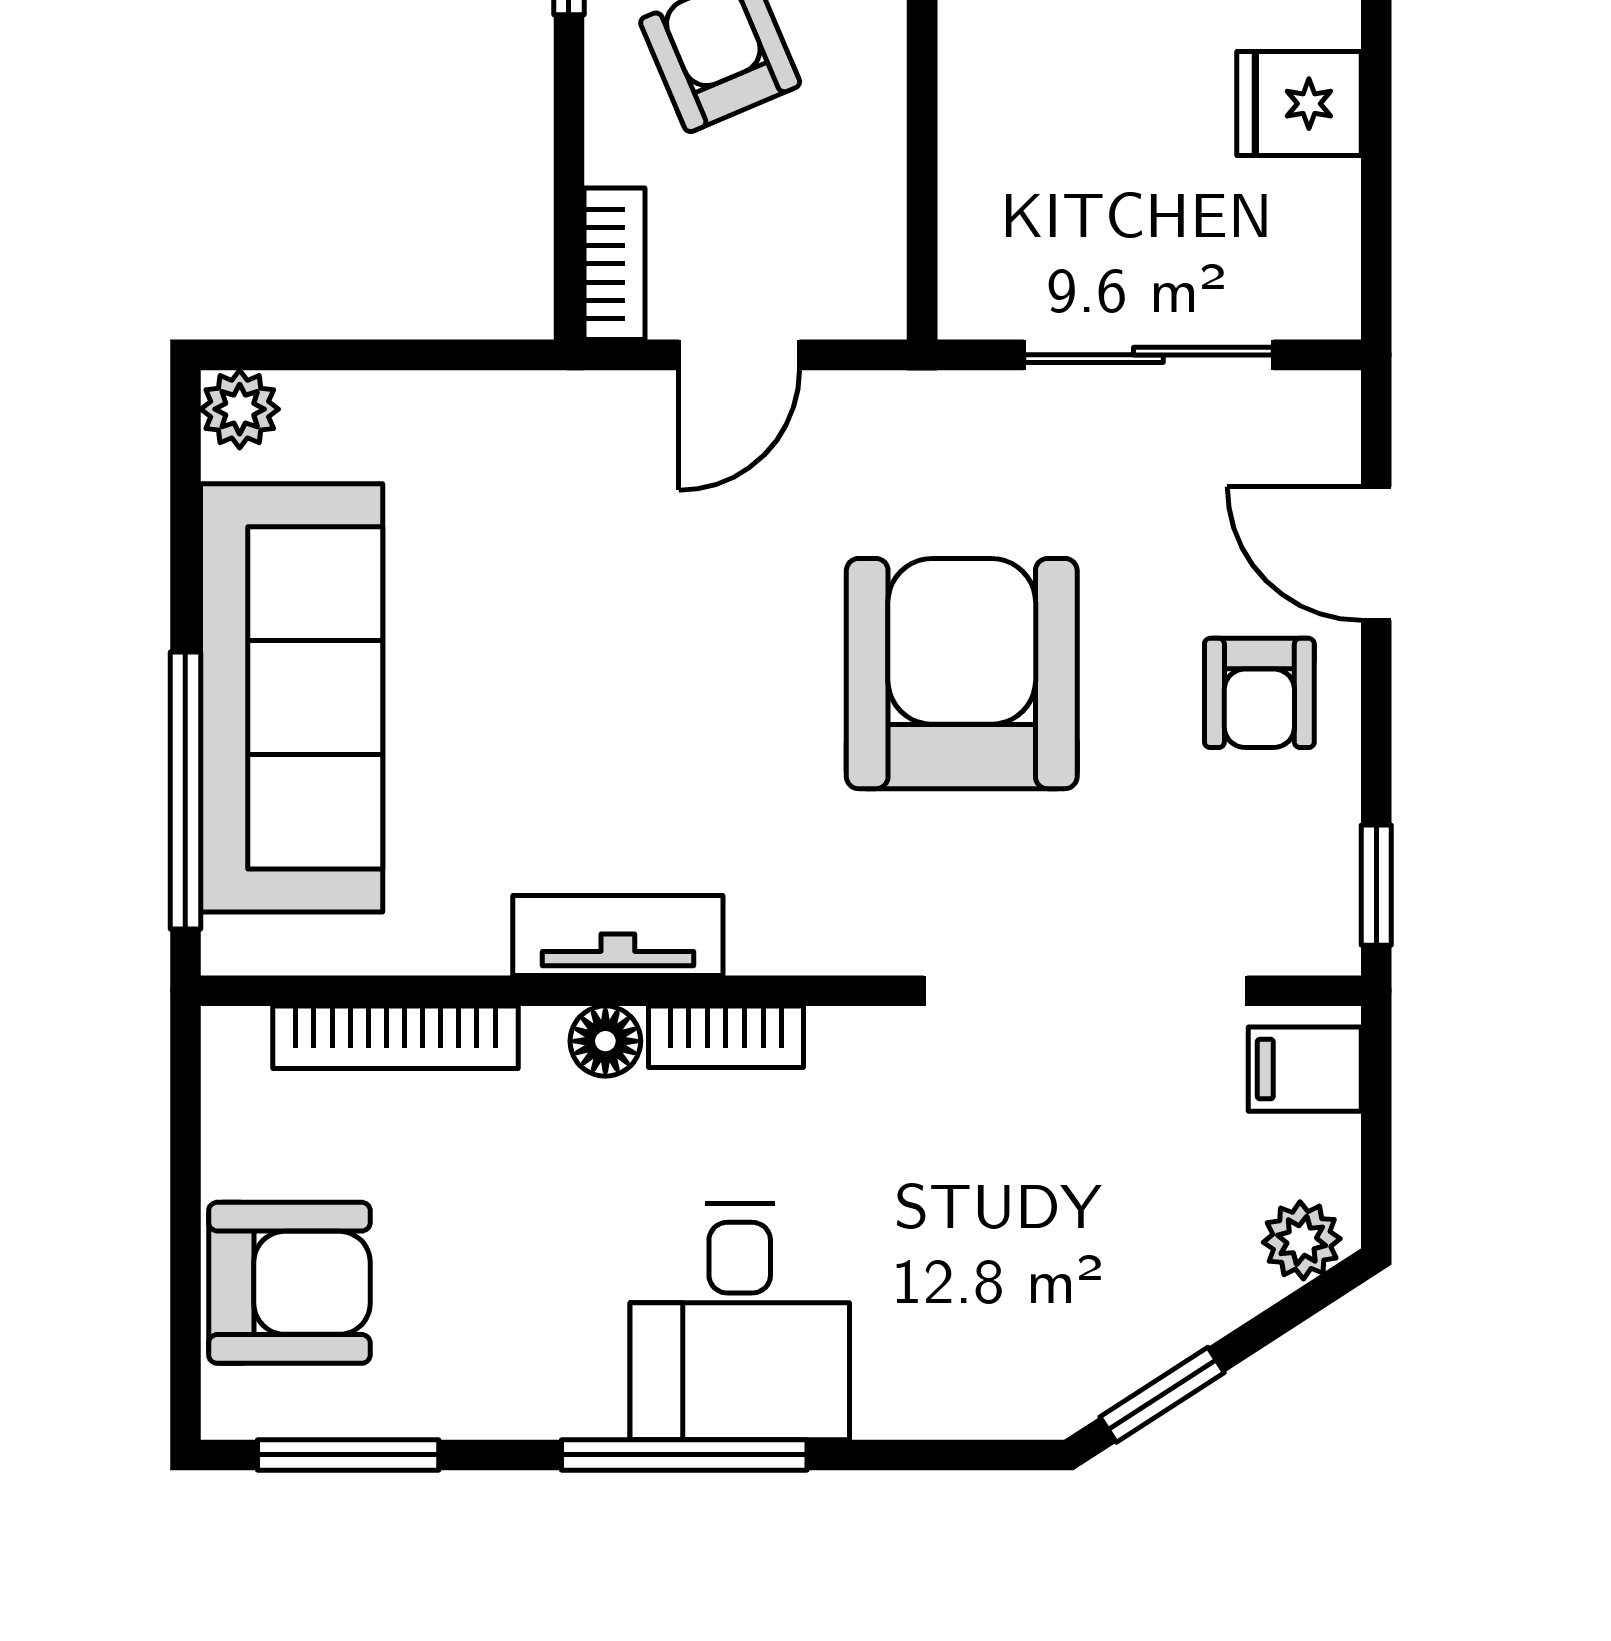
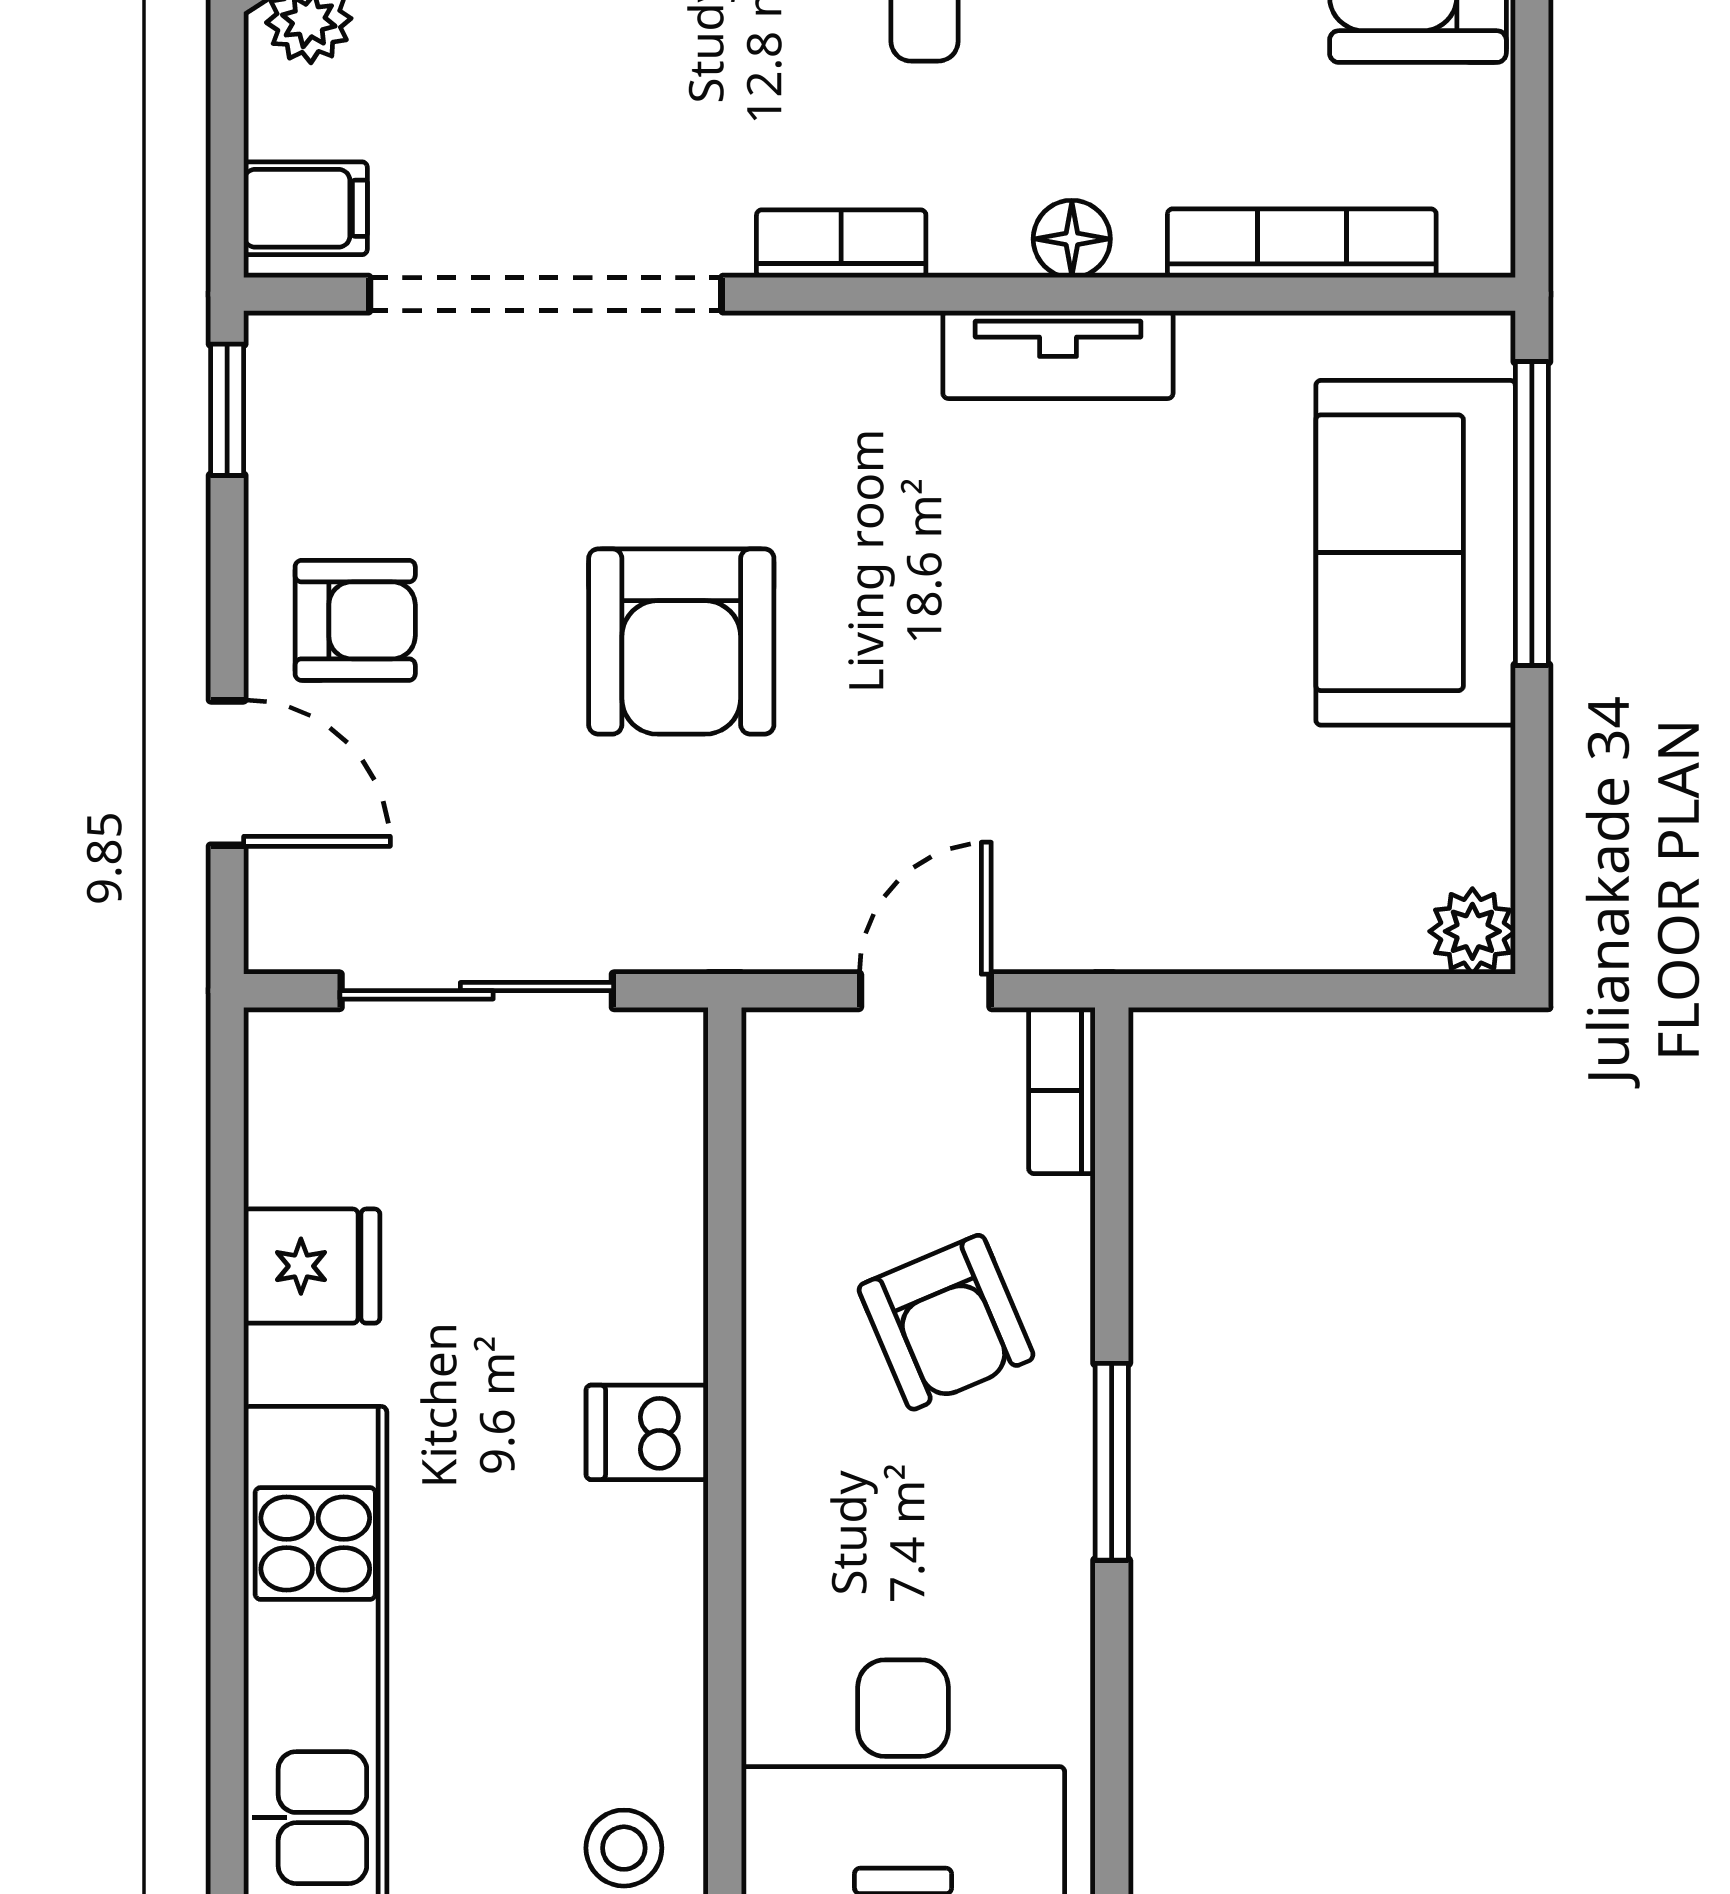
armchair: (962, 674) -> (681, 642), width x0.73, depth x0.73
armchair: (1259, 693) -> (355, 620), turned 90
sofa: (292, 698) -> (1416, 553), width x0.73
bookcase: (726, 1037) -> (841, 244), moved

